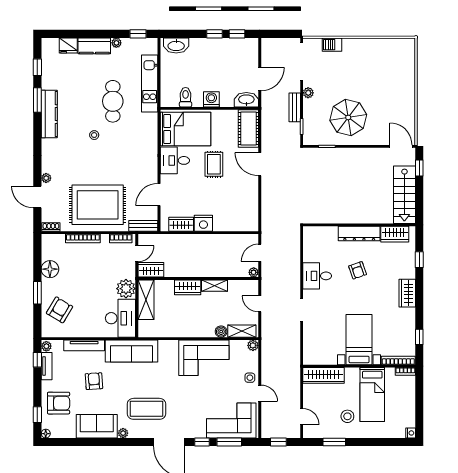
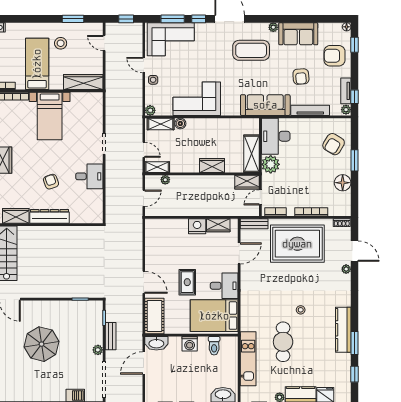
parasol: (348, 117) -> (42, 344), moved
plant: (254, 272) -> (165, 180), moved
shelving: (215, 286) -> (157, 167), moved

